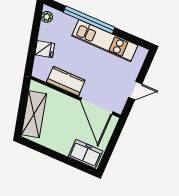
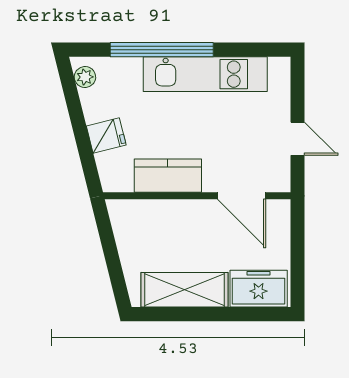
door: (135, 91) -> (297, 139), hinge flipped
door: (97, 106) -> (242, 196), width x0.73
shelving: (34, 114) -> (184, 290), moved, turned -76

